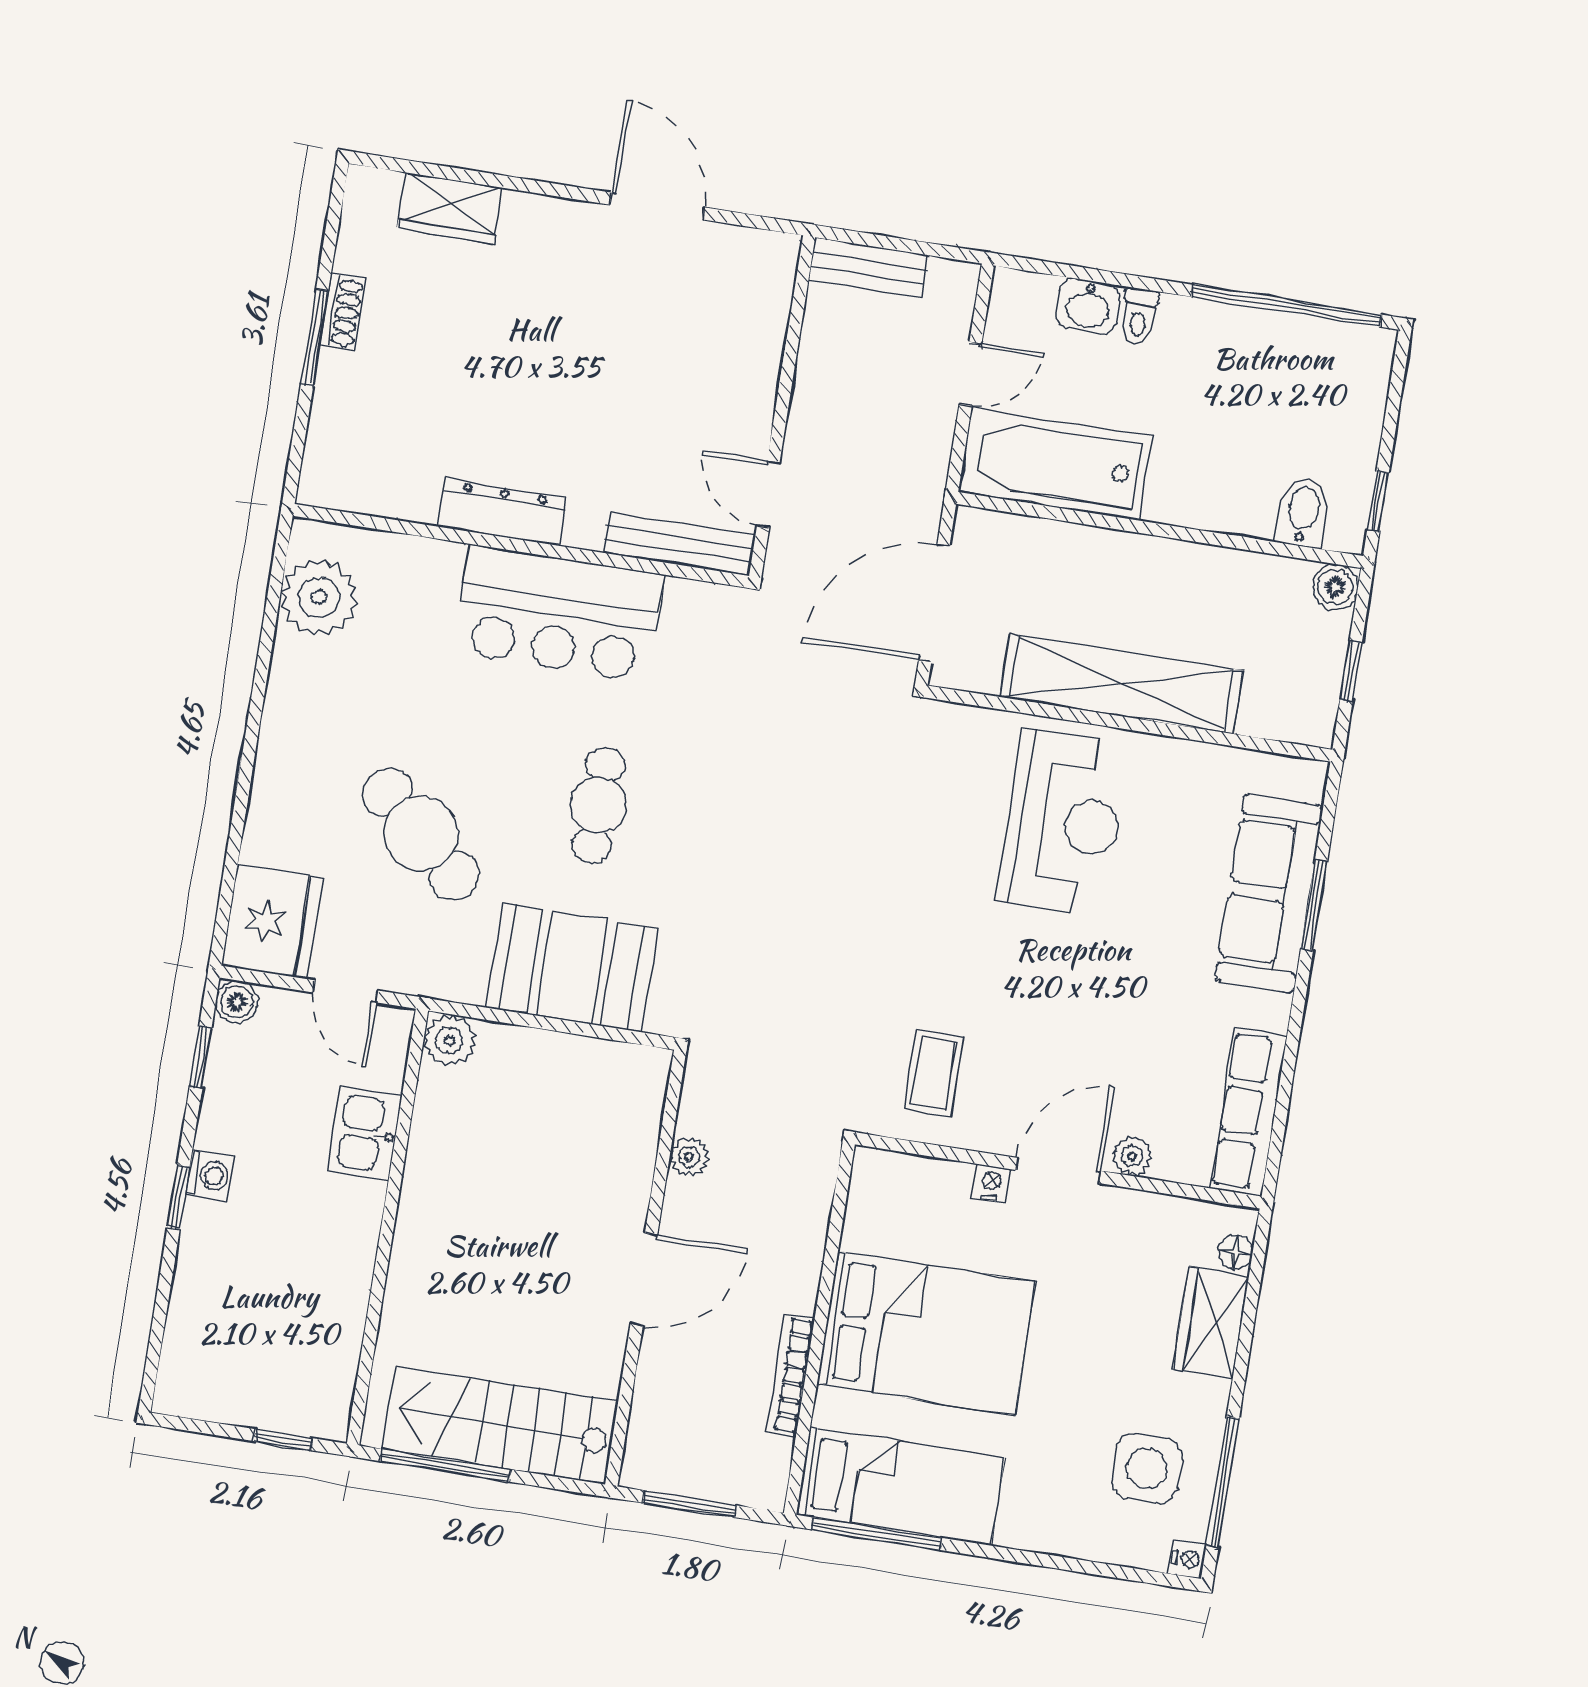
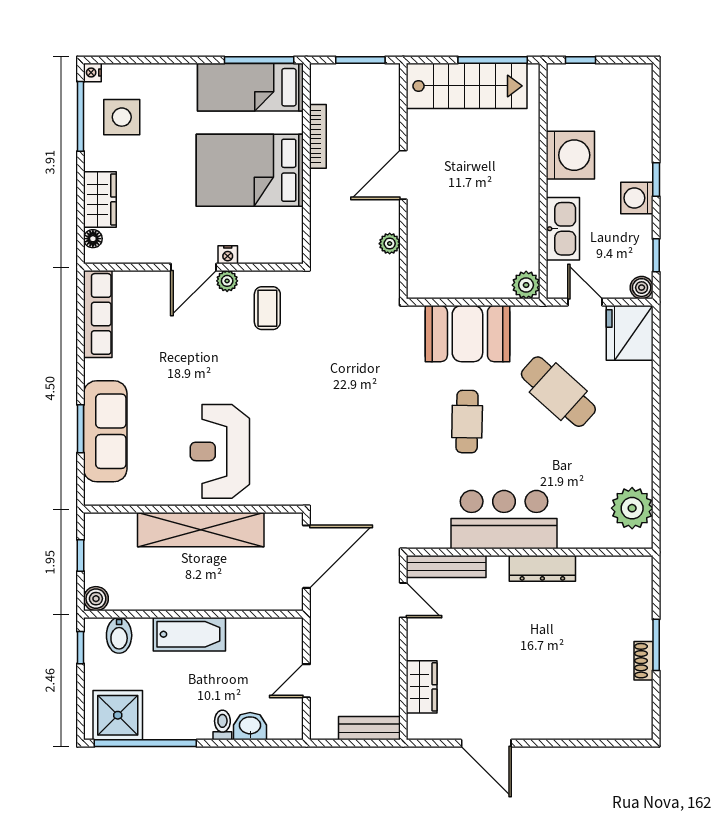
wardrobe: (450, 208) -> (422, 687), moved, turned 90
shower: (1329, 365) -> (118, 715), added
bathtub: (1055, 464) -> (189, 634), moved, width x0.73, depth x0.73
kitchen sink: (365, 1133) -> (563, 229), width x1.38
plant: (1132, 1156) -> (227, 281), moved
washing machine: (210, 1175) -> (637, 198), width x1.38, depth x1.38
washing machine: (330, 1267) -> (570, 155), added

